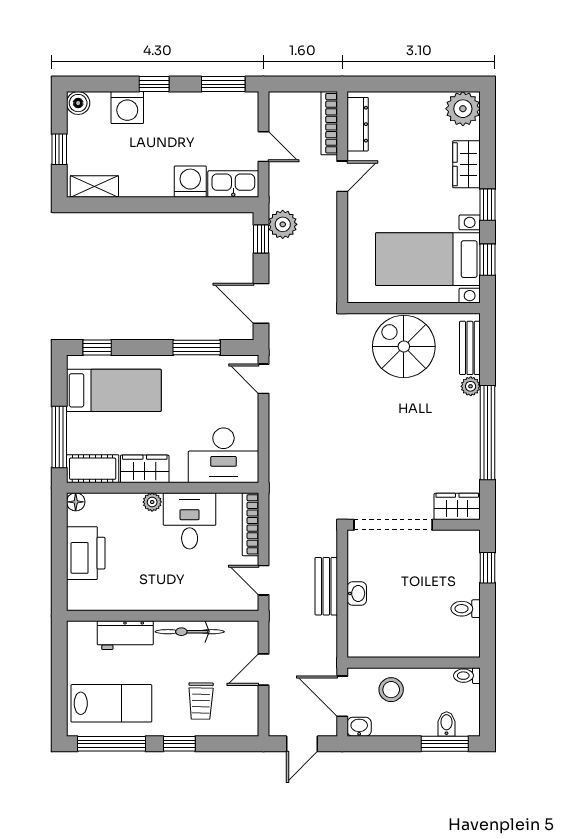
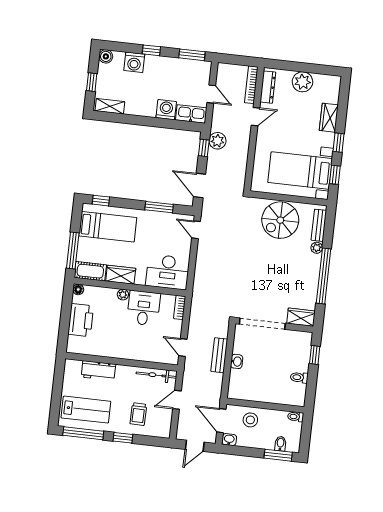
plant: (463, 109) -> (303, 82), moved
spiral stairs: (404, 346) -> (280, 220), turned -90
bookcase: (250, 524) -> (180, 307), width x0.64
bicycle: (190, 632) -> (156, 375), moved

